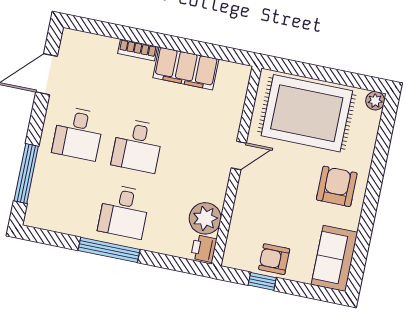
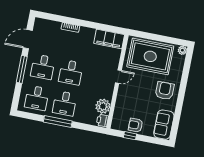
filing cabinet: (186, 68) -> (109, 39), moved
window: (26, 173) -> (22, 69), moved
desk: (65, 199) -> (37, 98), added

